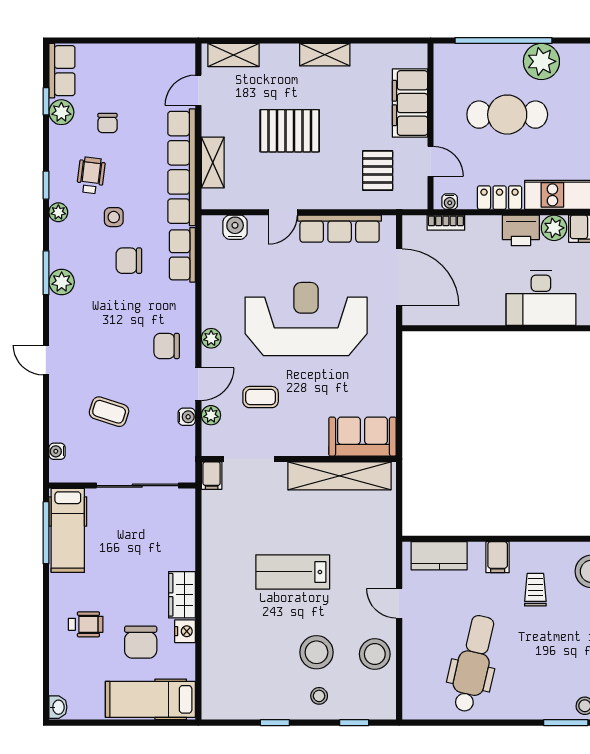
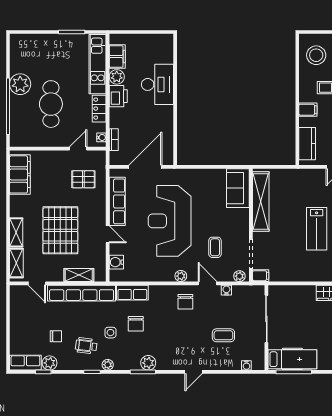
shelving: (325, 55) -> (16, 232), moved
filing cabinet: (410, 103) -> (20, 174), moved, turned -90
pallet: (290, 131) -> (60, 230), width x1.37, depth x1.41
coffee table: (109, 412) -> (223, 335), turned 72
plant: (211, 415) -> (239, 276), moved

